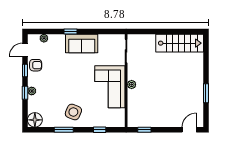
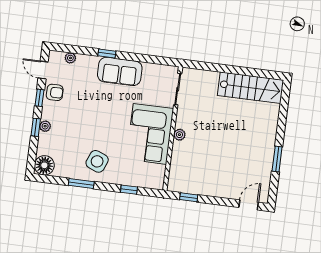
door: (25, 50) -> (43, 70), hinge flipped

